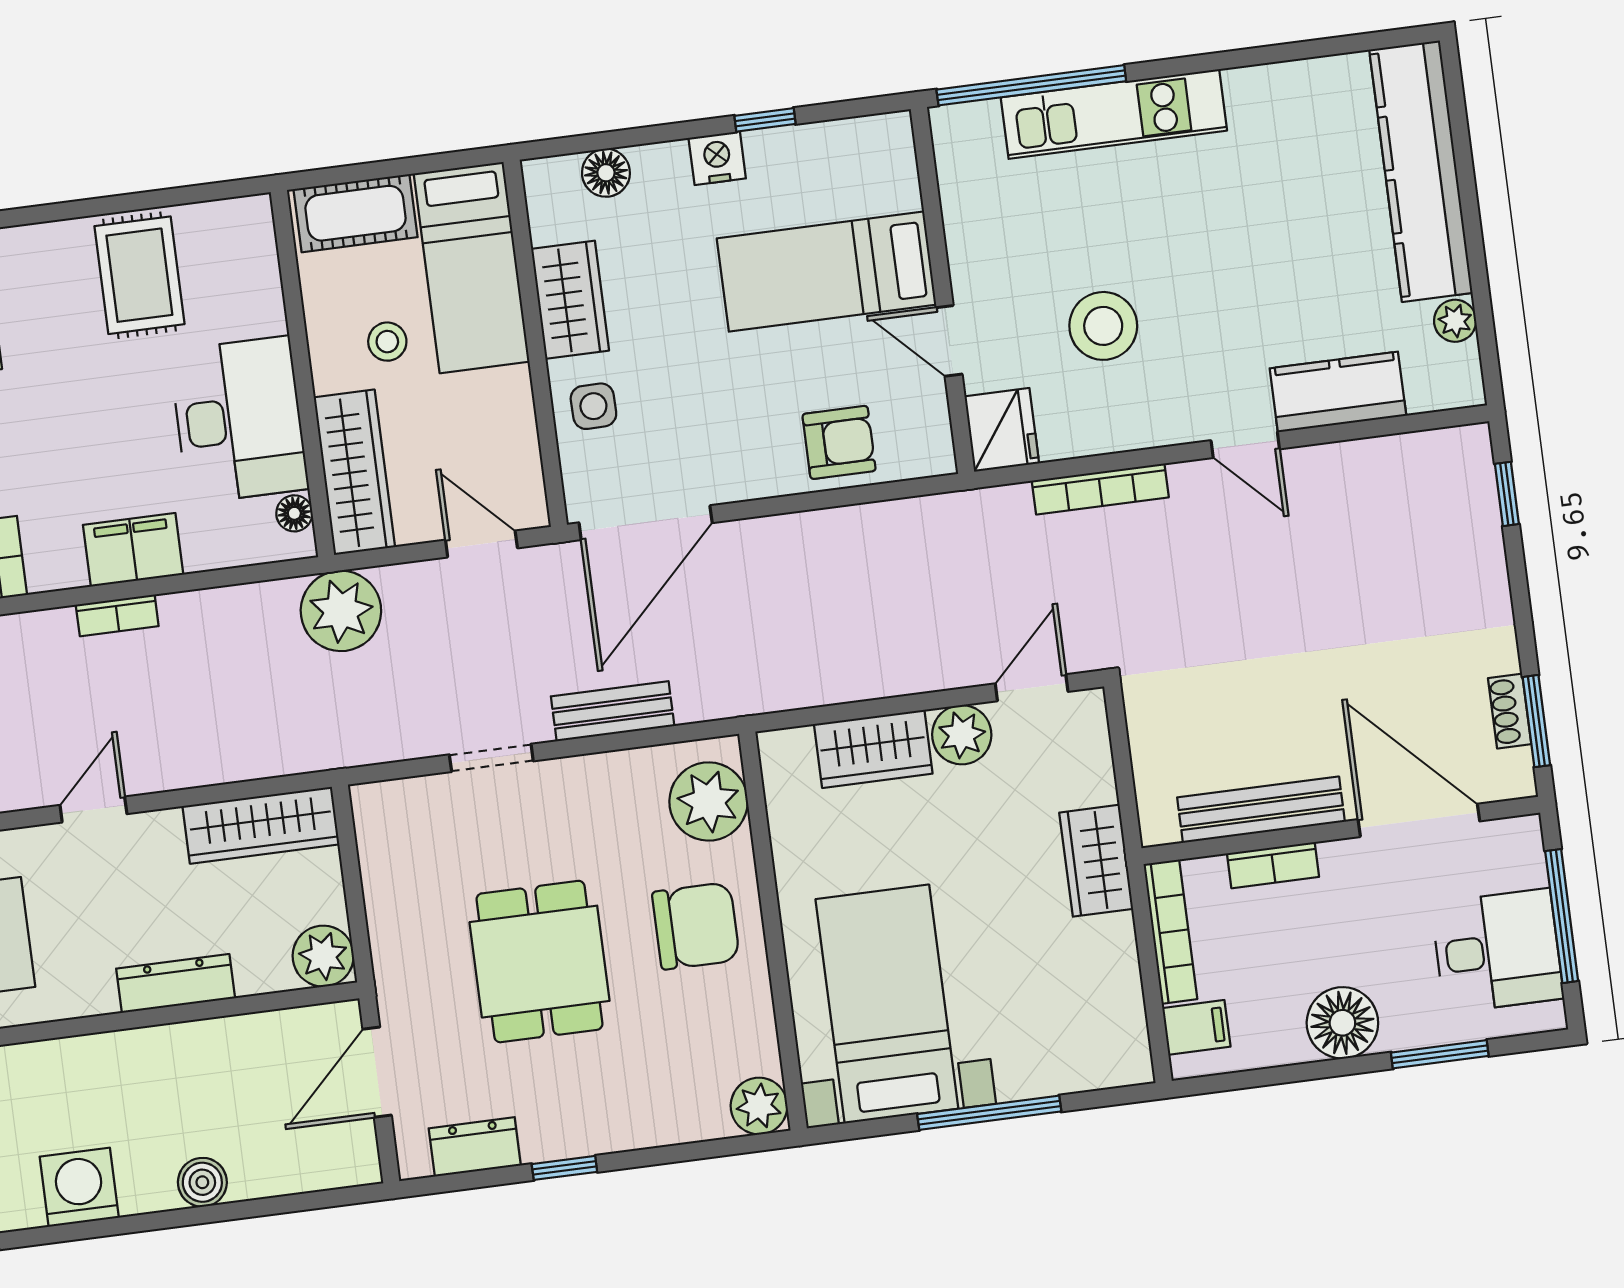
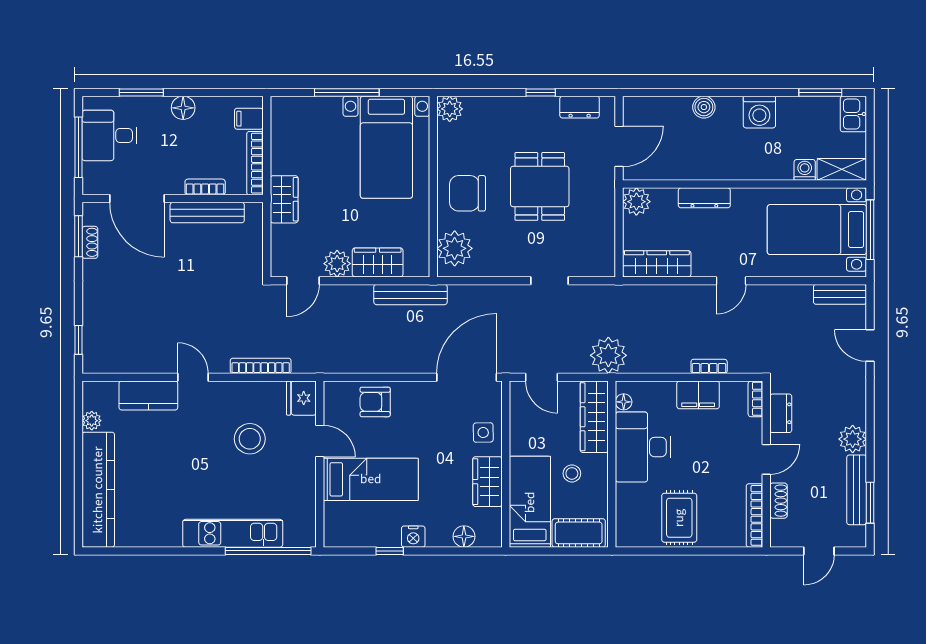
bench: (613, 711) -> (411, 295), moved, width x1.36
floor lamp: (1342, 1023) -> (183, 108), width x0.73, depth x0.73

